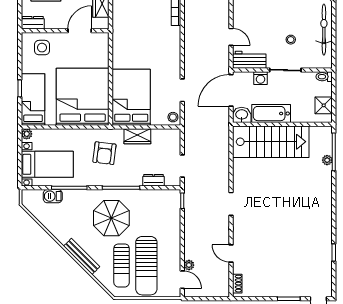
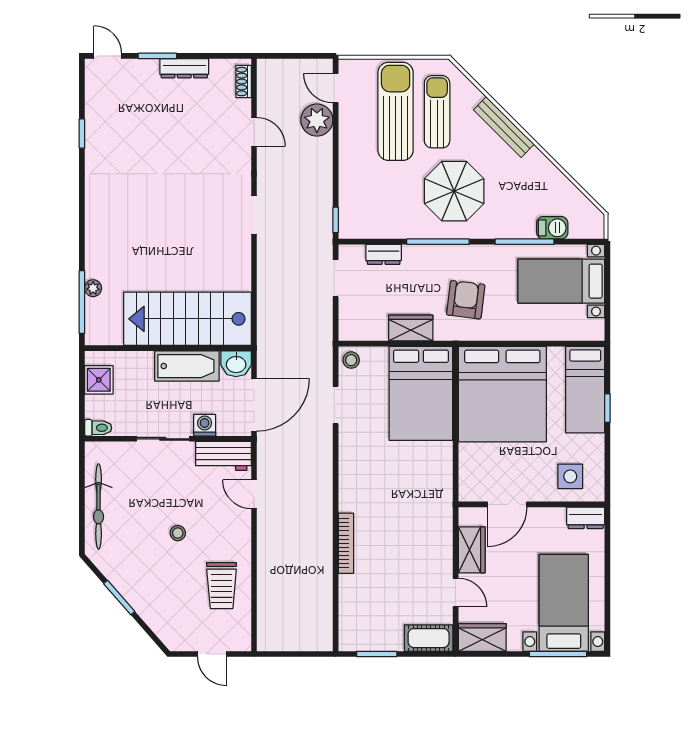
stool: (291, 40) -> (178, 533), moved
plant: (27, 134) -> (596, 332), removed
plant: (189, 265) -> (317, 120), width x1.87, depth x1.87
dresser: (273, 292) -> (184, 68), added

